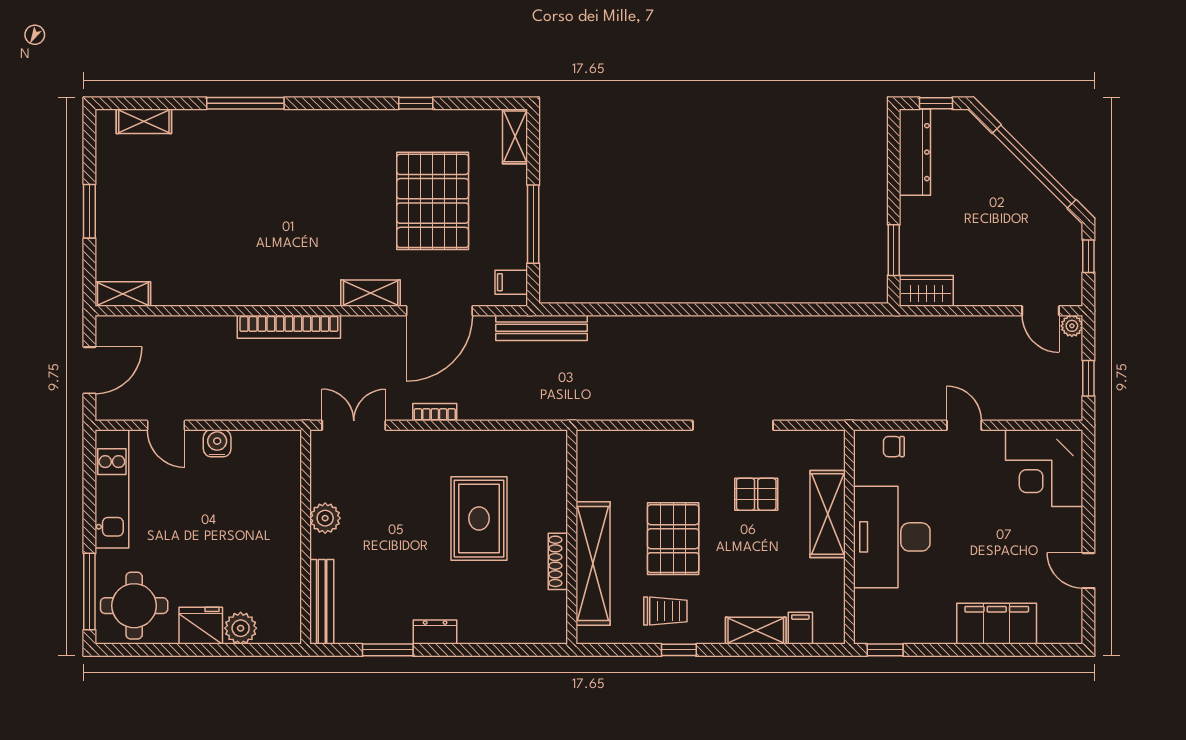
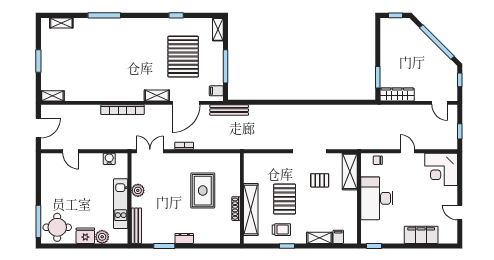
dresser: (915, 152) -> (387, 36), removed
wardrobe: (926, 291) -> (397, 95), width x1.50
plant: (1072, 326) -> (453, 109), removed
water cooler: (217, 443) -> (109, 159), moved
kitchen unit: (112, 489) -> (121, 204), moved, turned 180
shelving: (828, 514) -> (350, 171), moved

